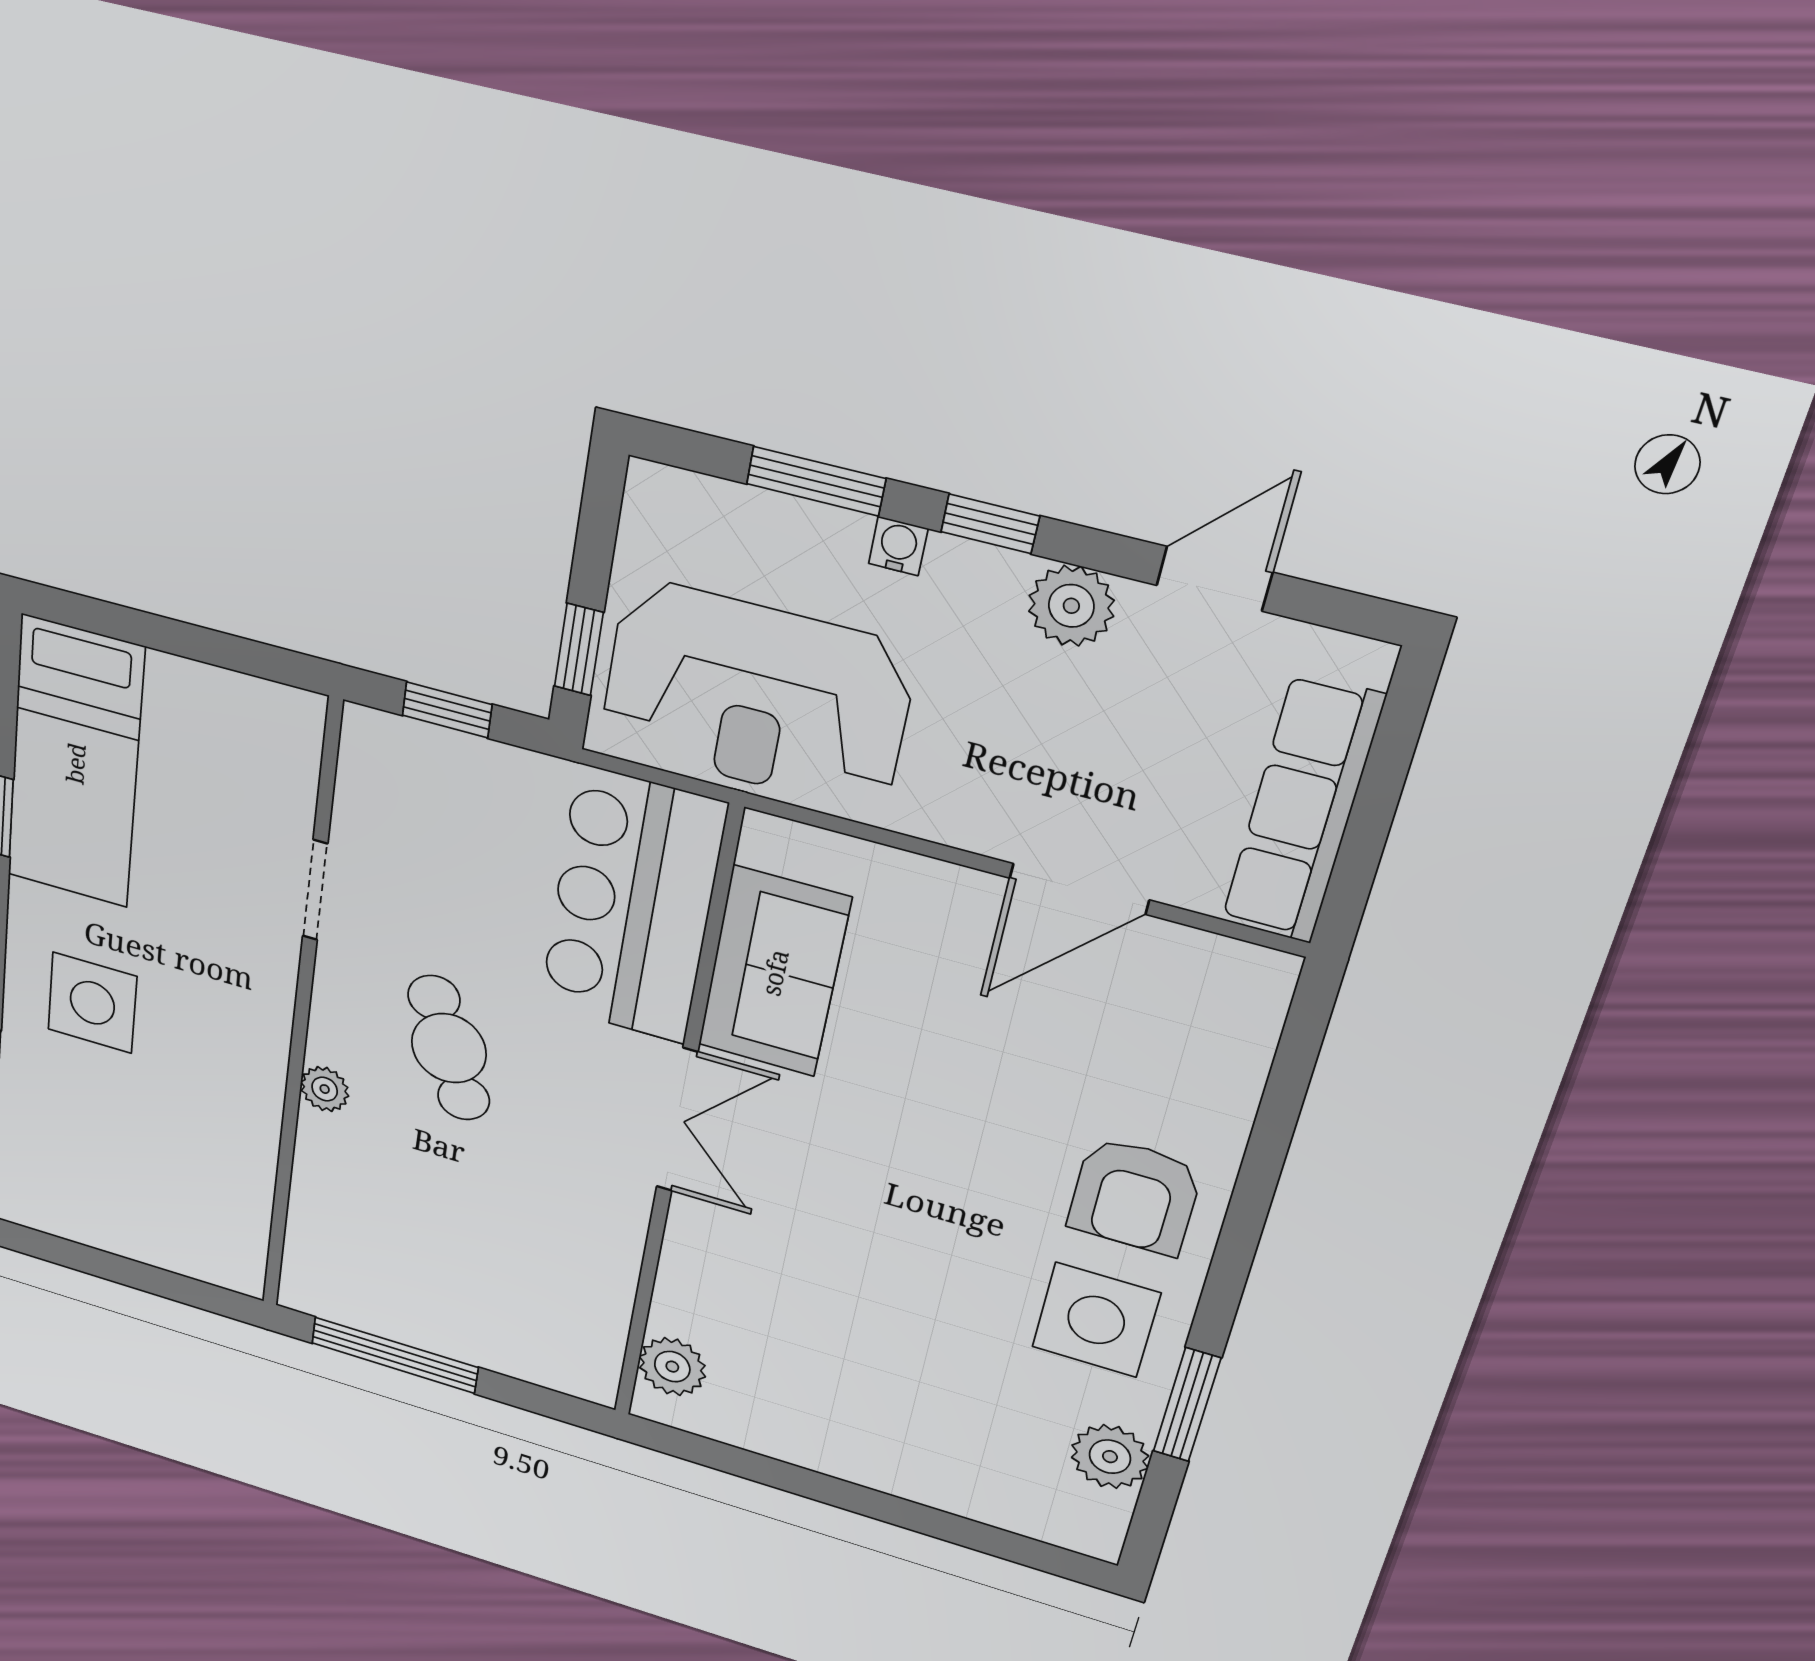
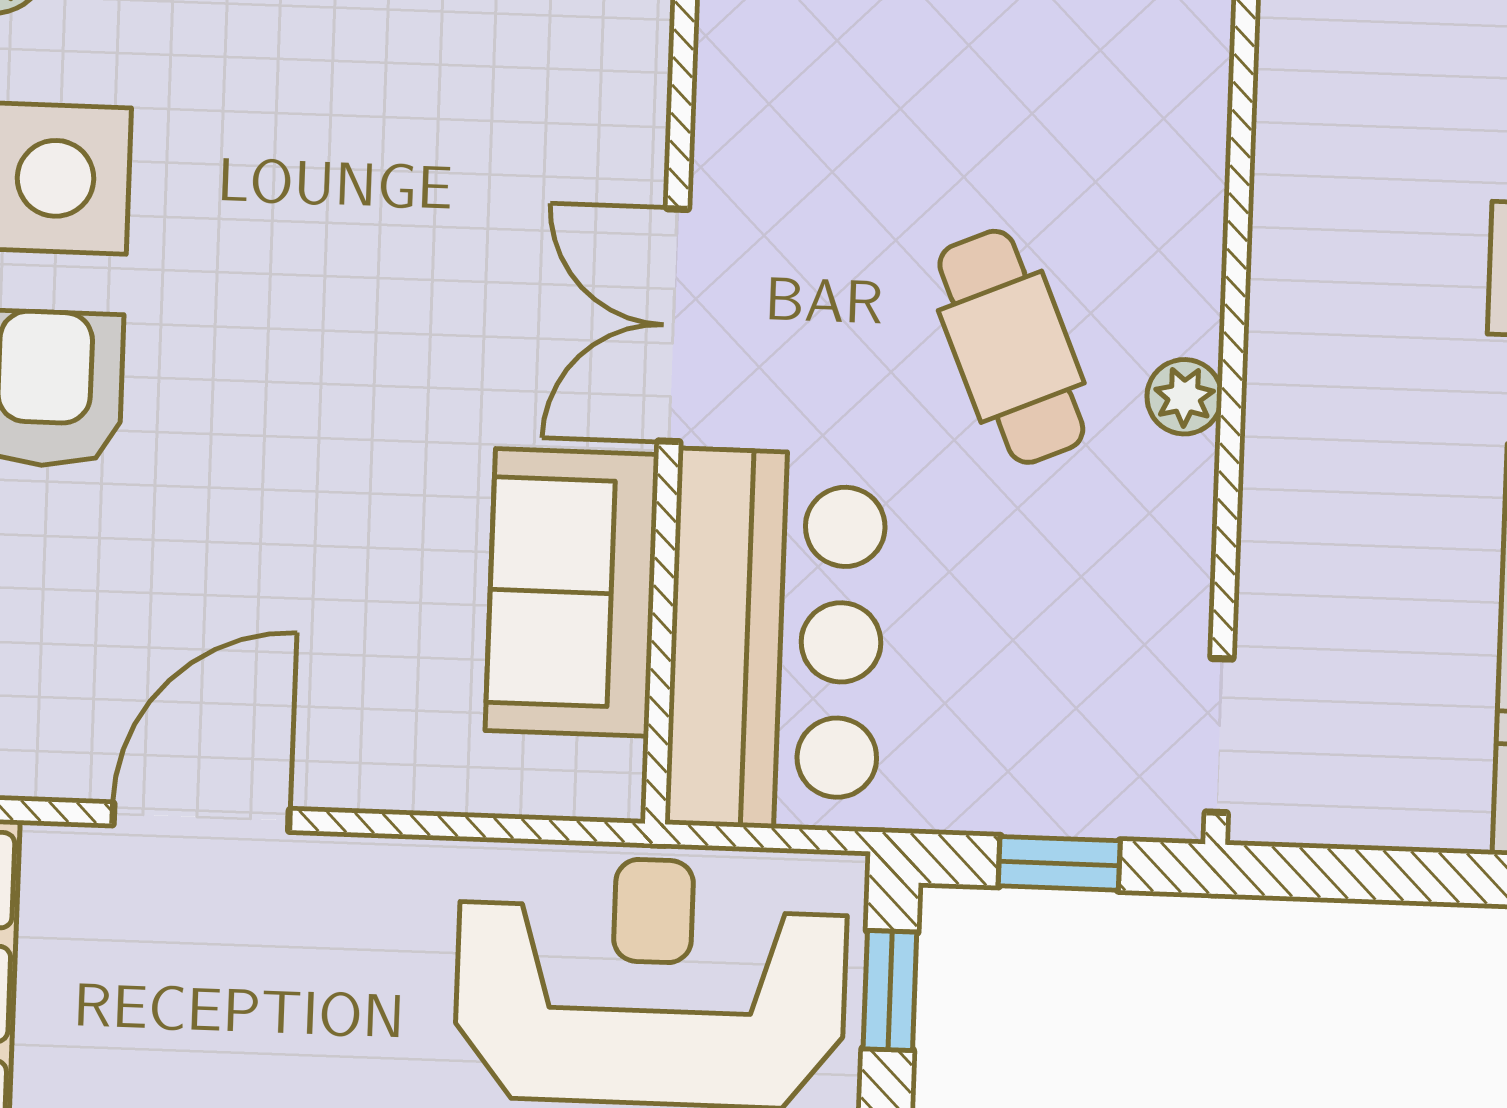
doorway: (315, 890) -> (1219, 736), moved
plant: (325, 1089) -> (1184, 397), moved

